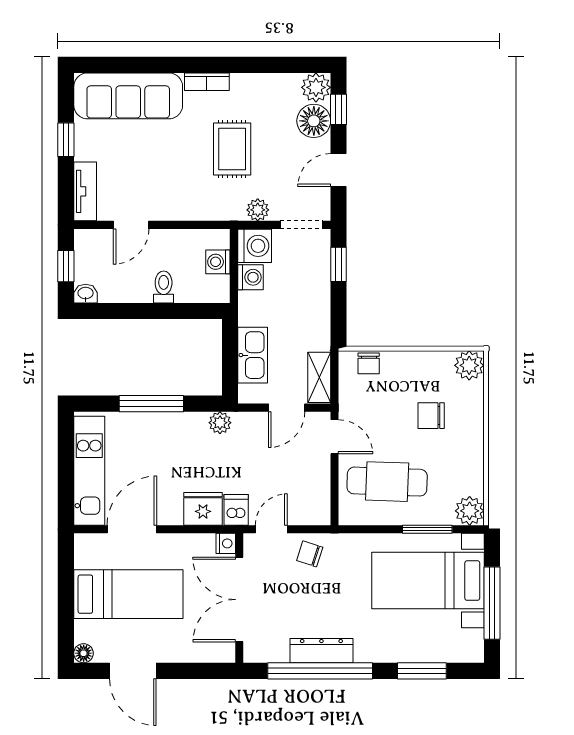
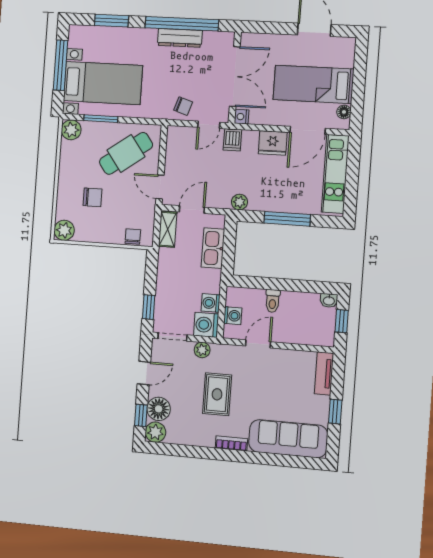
door: (131, 225) -> (258, 344), moved
cafe table: (387, 482) -> (126, 153), turned -38
fridge: (203, 509) -> (273, 143), moved
floor lamp: (84, 653) -> (344, 112), moved

